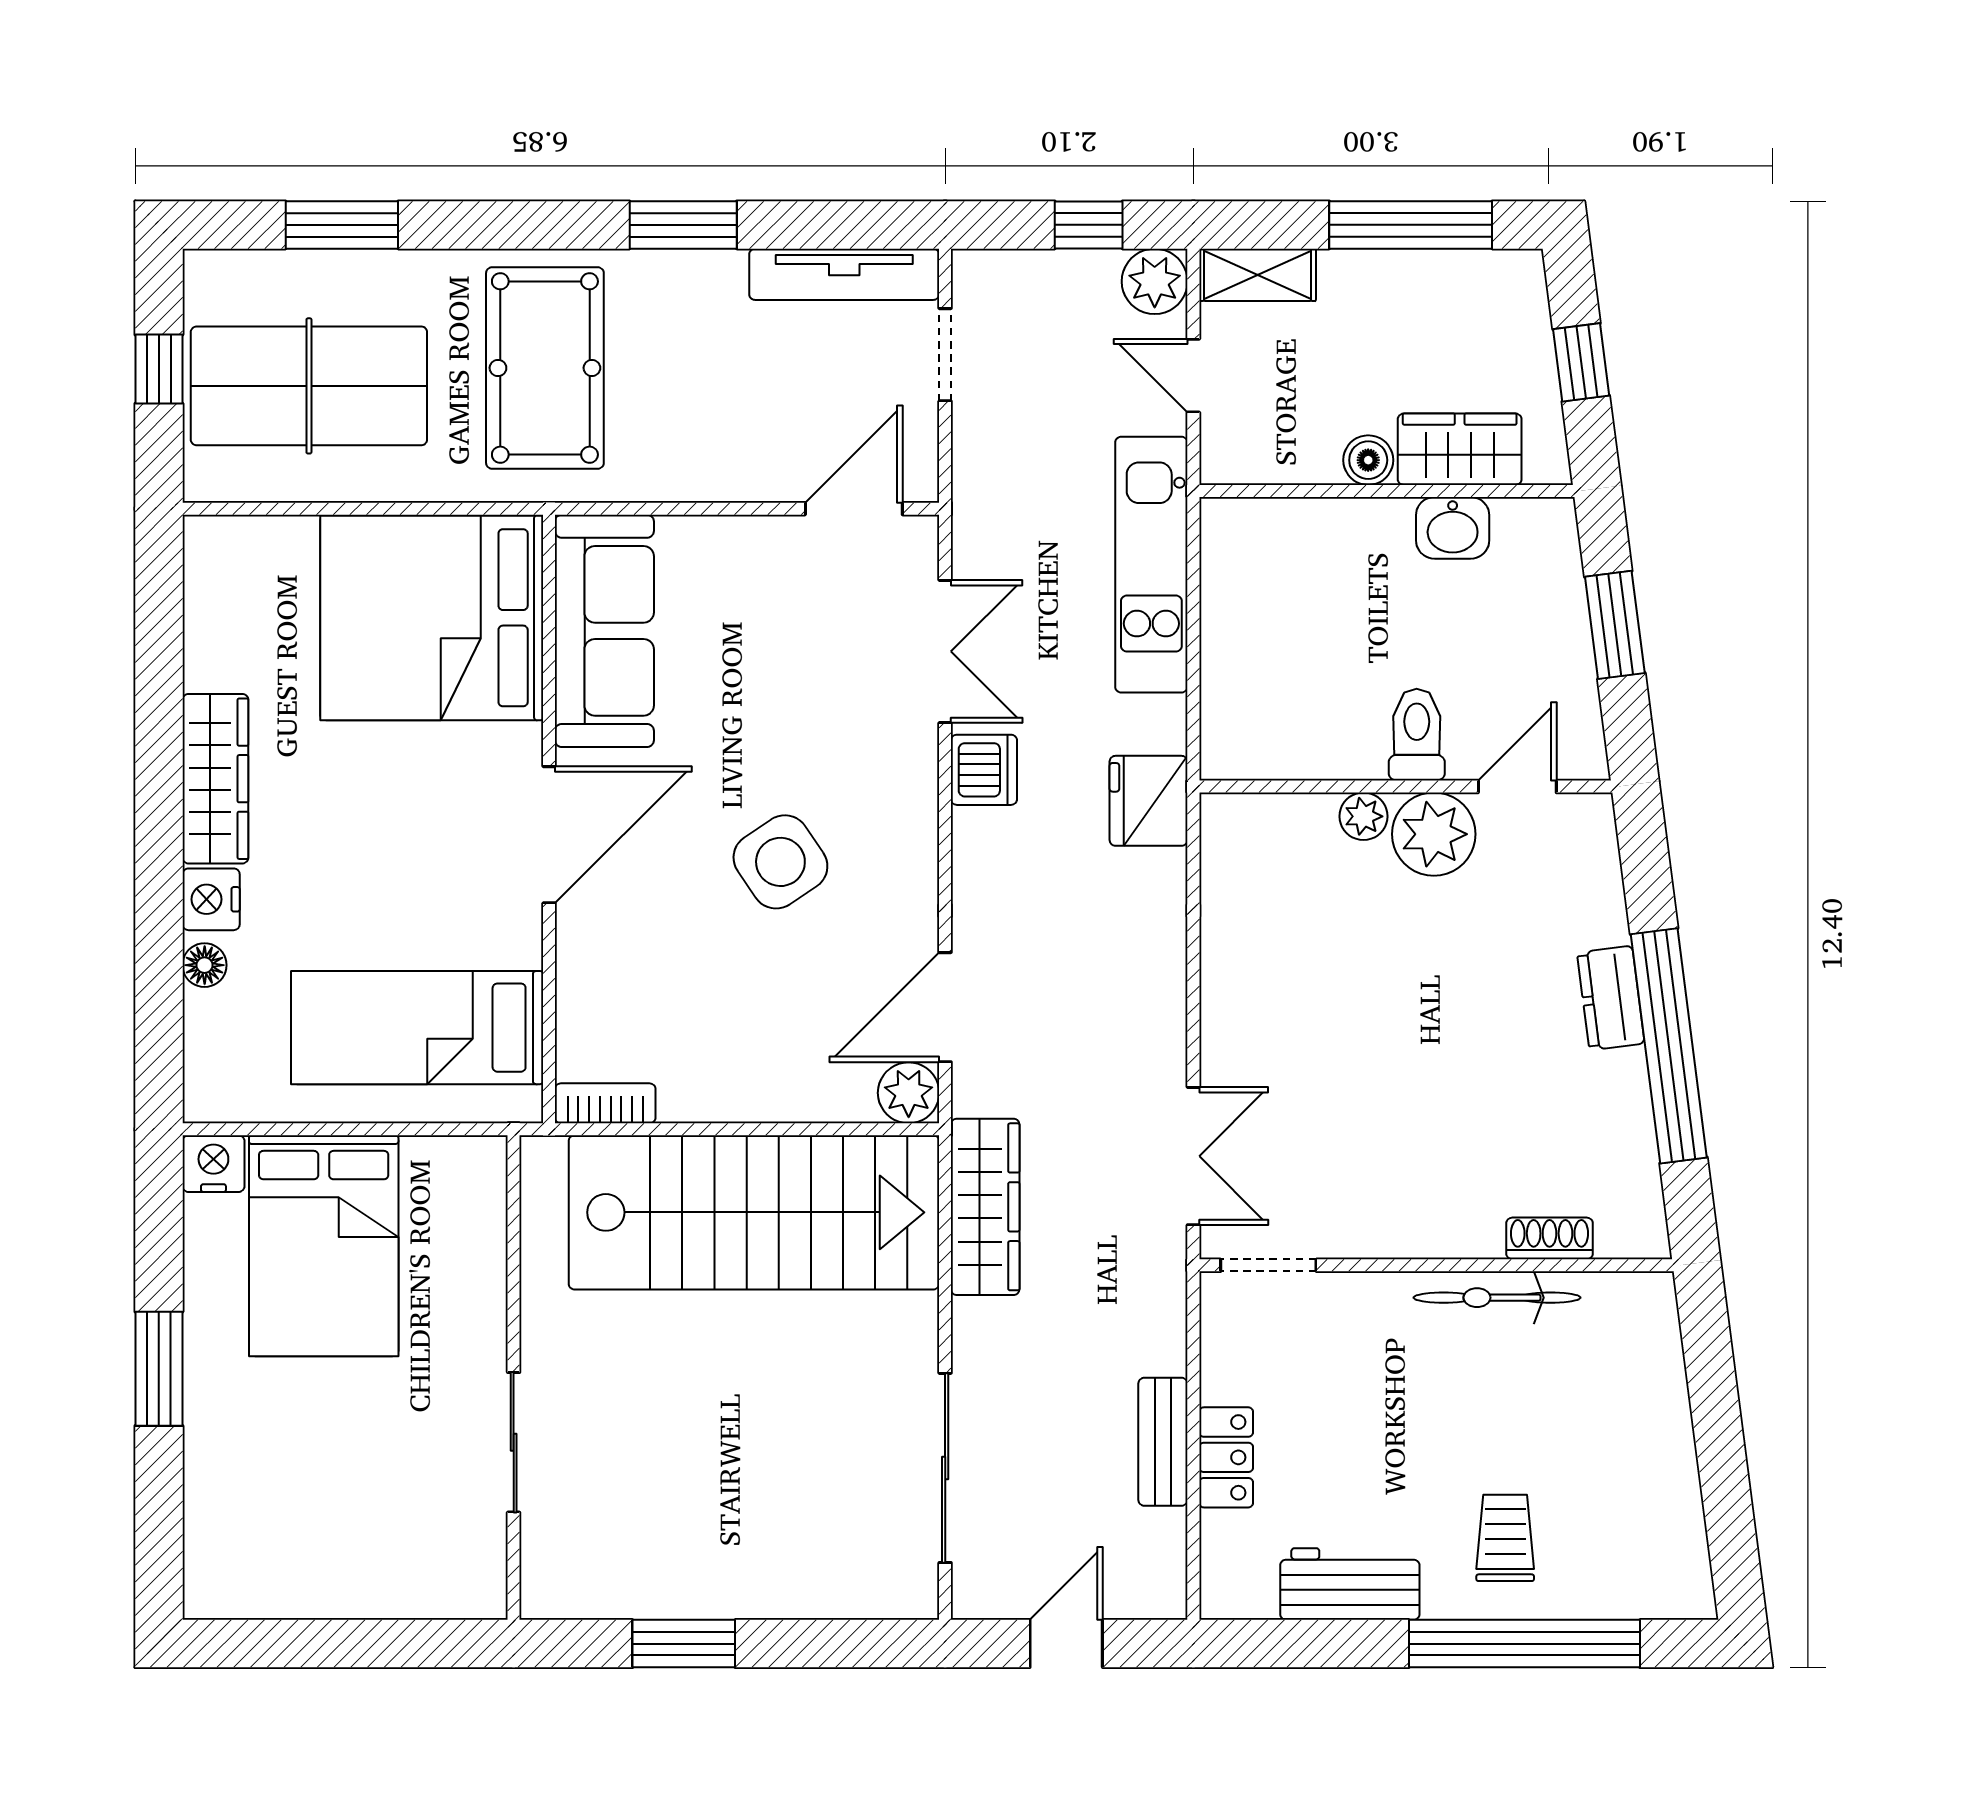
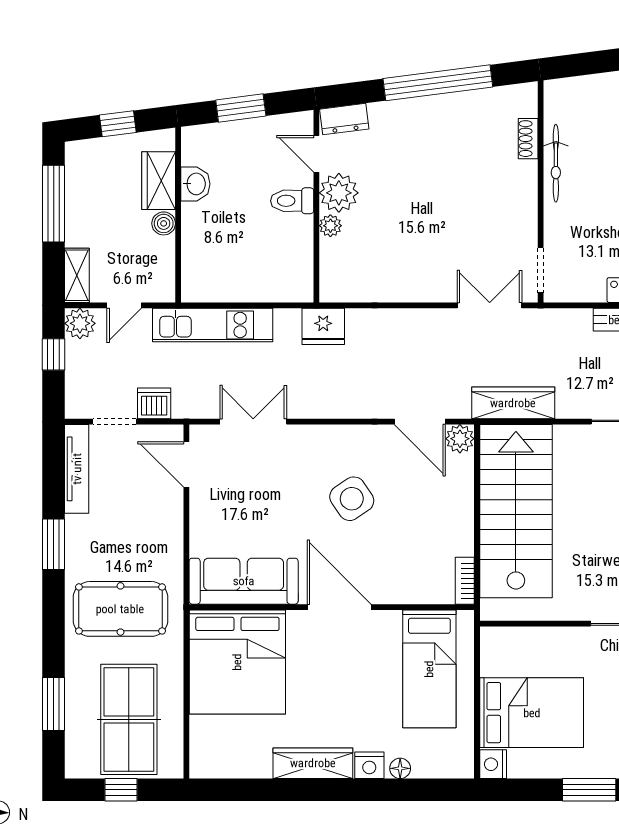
dishwasher: (984, 770) -> (154, 403), moved
dresser: (1611, 998) -> (344, 119), moved

